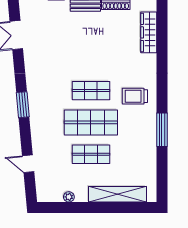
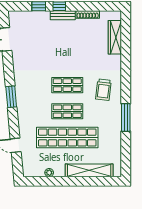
trolley: (135, 96) -> (103, 90), turned -83
shop shelf: (91, 122) -> (67, 111), width x0.70, depth x0.74
shop shelf: (91, 154) -> (67, 137), width x2.00, depth x1.36

